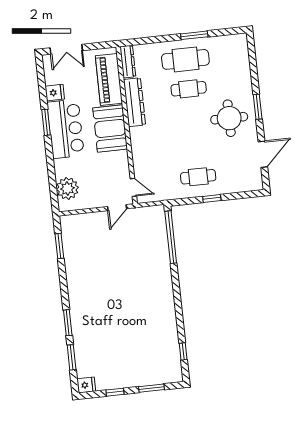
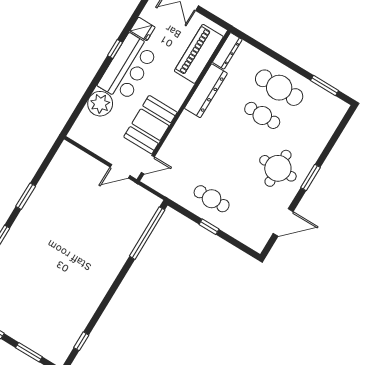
window: (194, 35) -> (324, 86), moved
window: (46, 122) -> (115, 49), width x0.67
booth: (110, 128) -> (150, 125), moved
door: (133, 187) -> (148, 165), hinge flipped
plant: (67, 188) -> (100, 104), moved
window: (59, 246) -> (26, 196), moved

